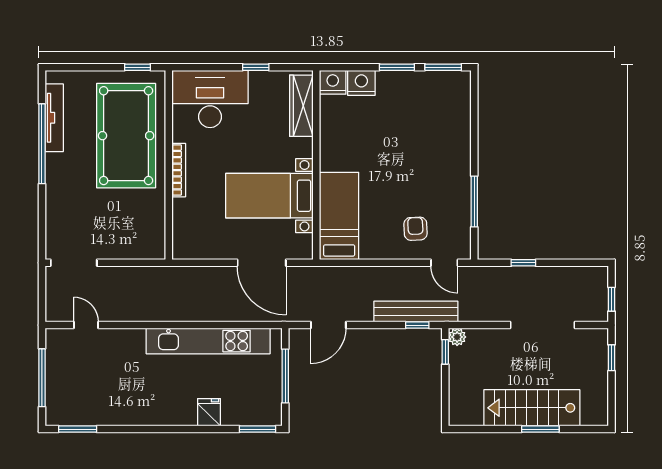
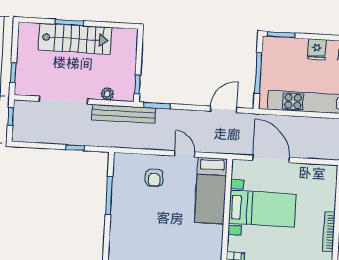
door: (444, 263) -> (184, 154), moved
bench: (416, 312) -> (124, 114), moved
window: (417, 325) -> (157, 106), width x1.50
plant: (457, 337) -> (107, 94), moved

